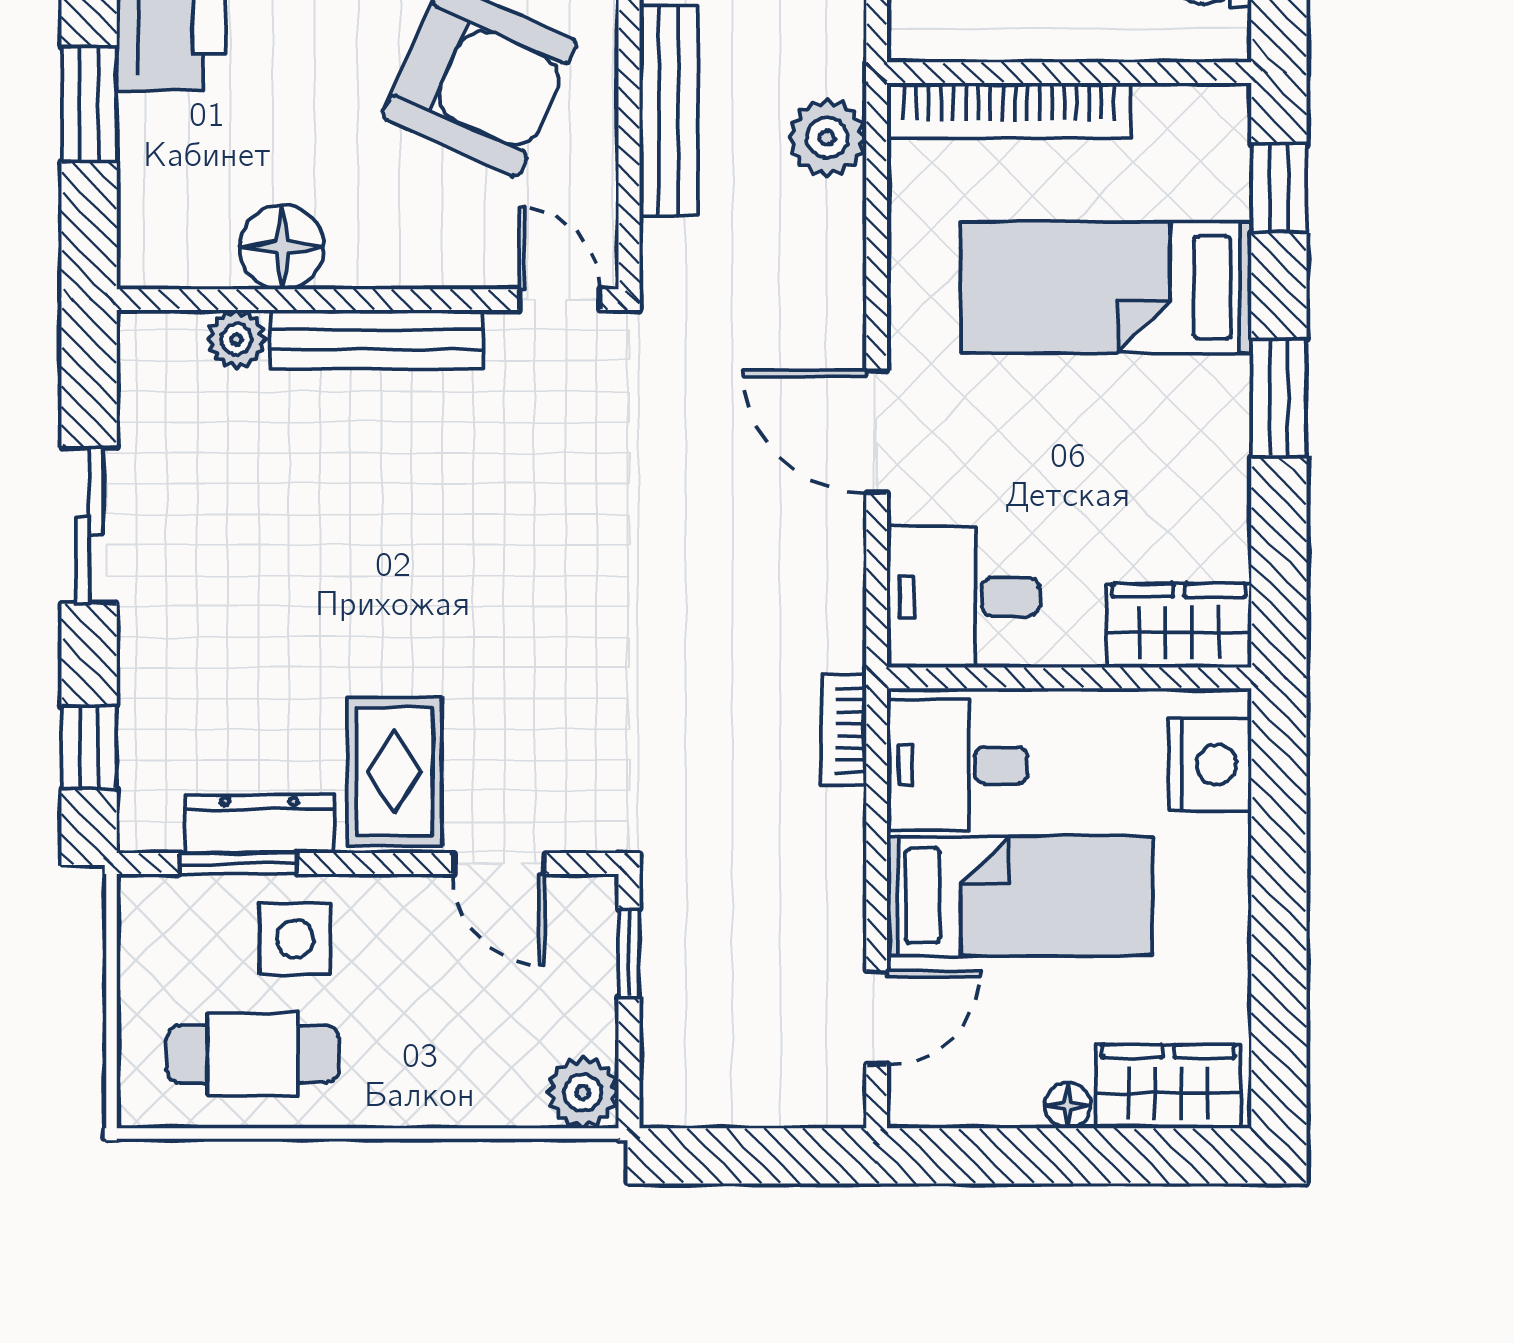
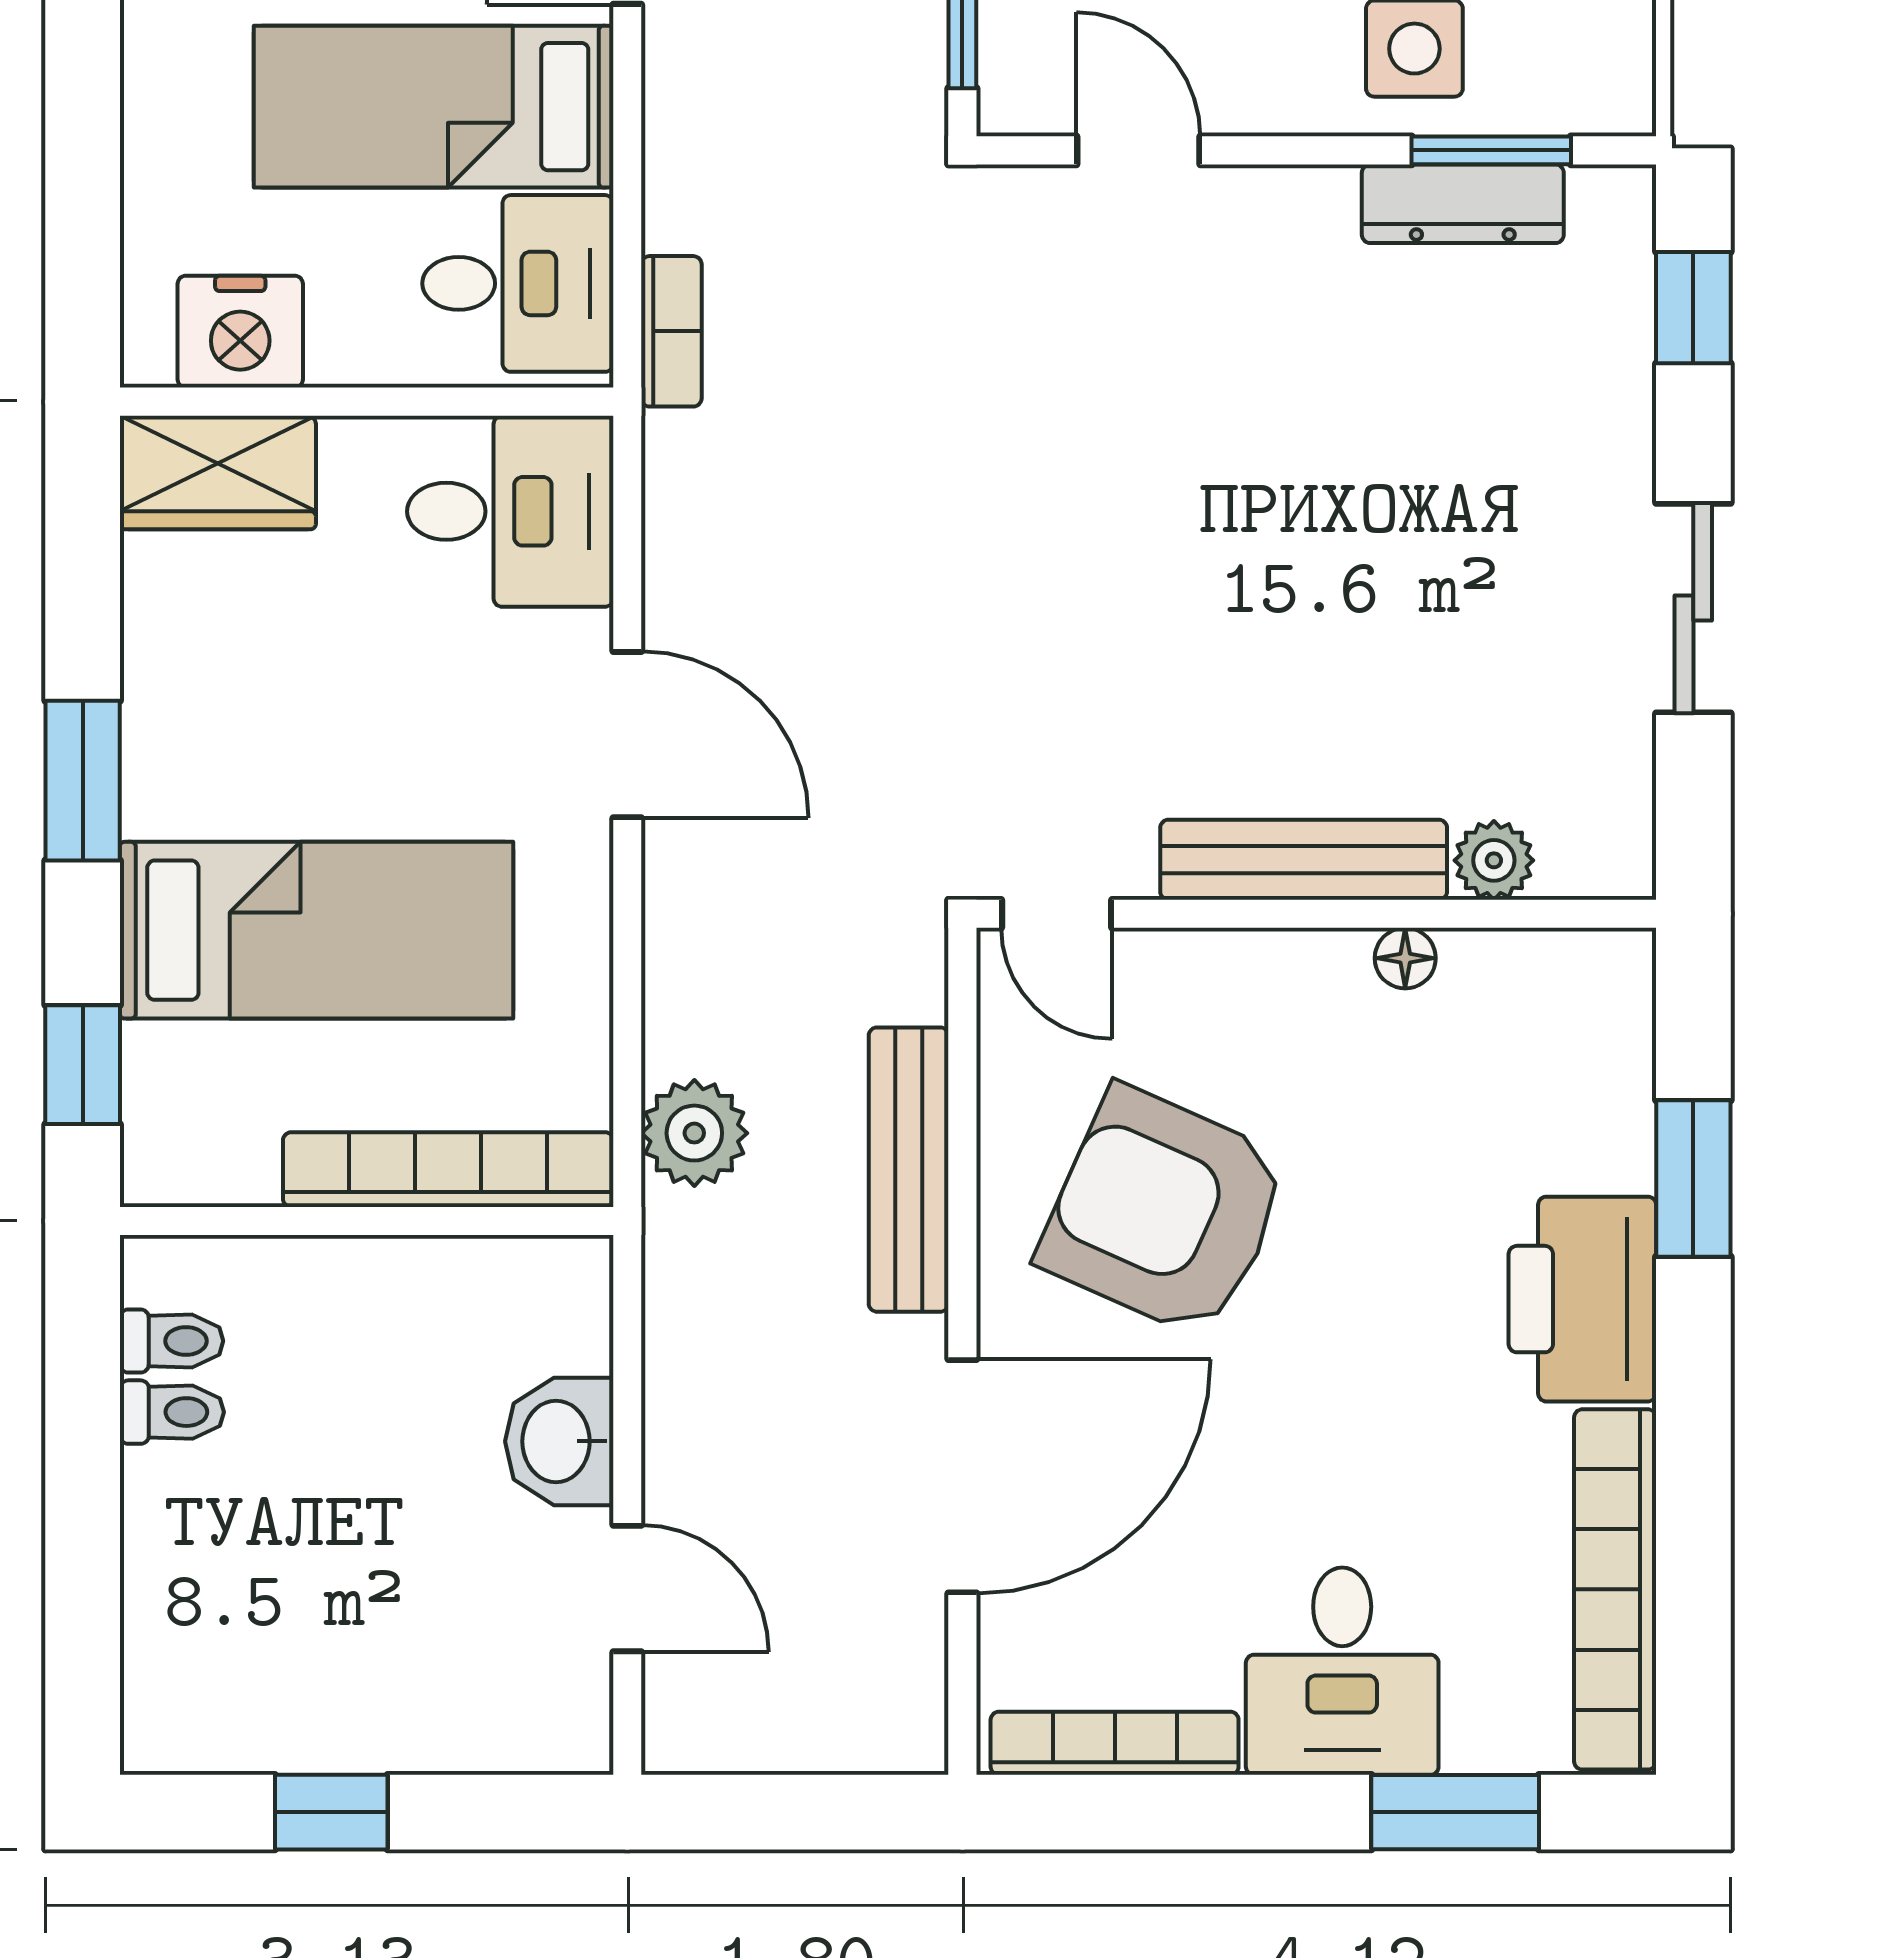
floor lamp: (282, 247) -> (1405, 958), width x0.53, depth x0.53
nightstand: (1210, 765) -> (240, 332), moved, turned -90
rug: (394, 771) -> (1280, 275), removed

